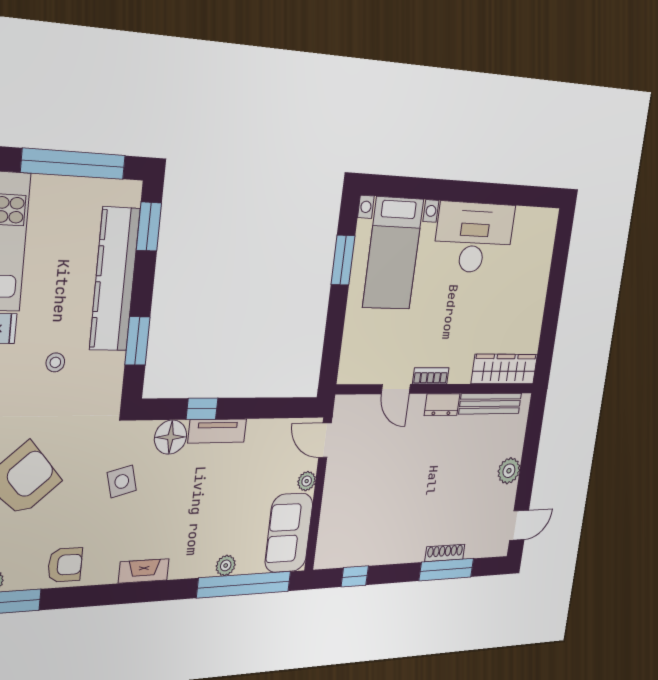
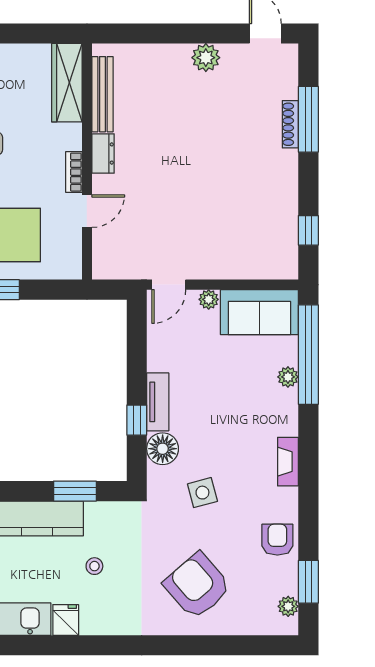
wardrobe: (504, 369) -> (67, 83), moved
bookcase: (431, 376) -> (74, 172), moved
door: (396, 389) -> (87, 211), moved
wall: (438, 389) -> (87, 162), moved
bench: (490, 404) -> (103, 94), moved
dresser: (442, 405) -> (103, 154), moved

